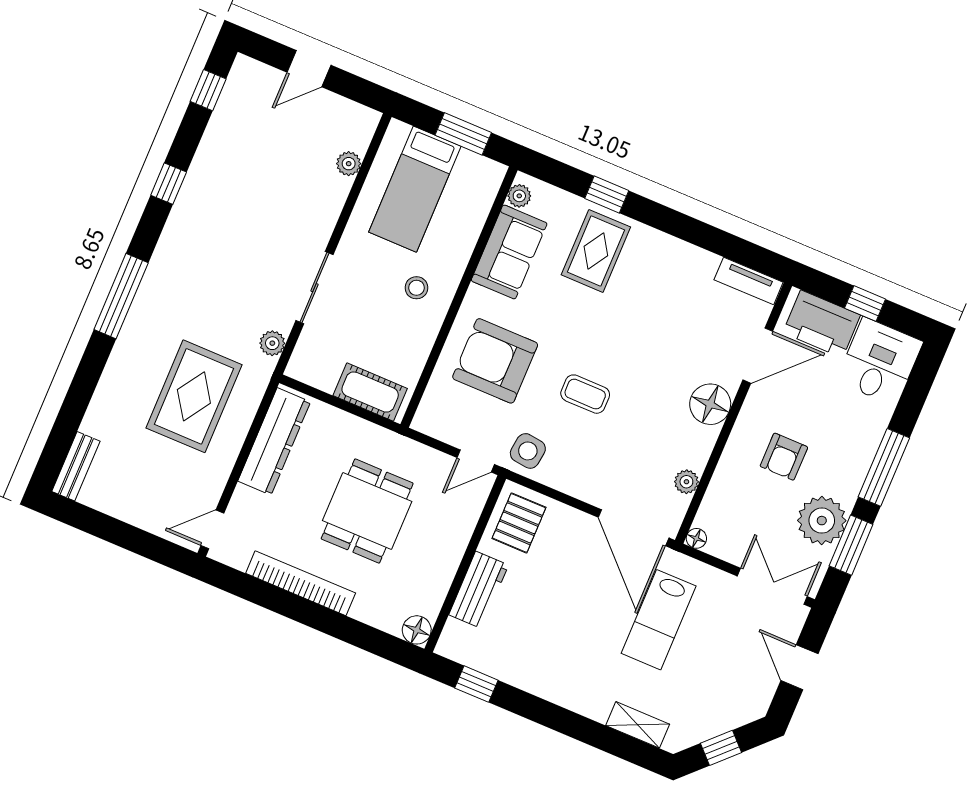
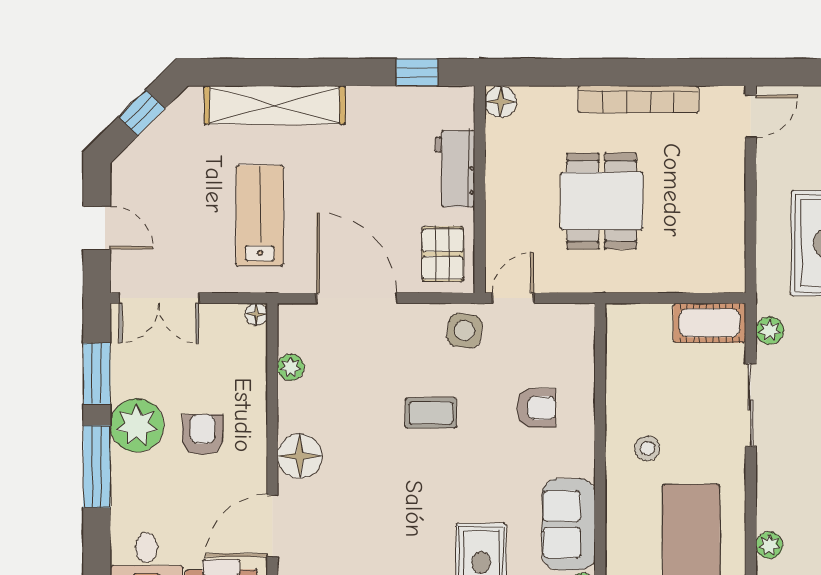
armchair: (495, 361) -> (536, 408), width x0.53, depth x0.53
cot: (370, 392) -> (710, 323), moved
dresser: (274, 441) -> (726, 232), removed
plant: (822, 521) -> (137, 425), moved
door: (634, 528) -> (357, 298), moved
shelving: (638, 725) -> (275, 105), width x2.20, depth x1.33

